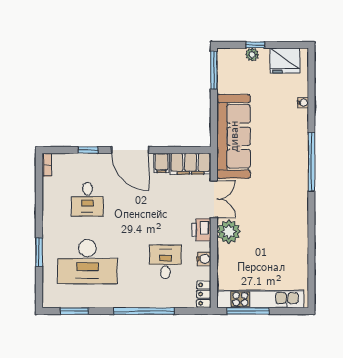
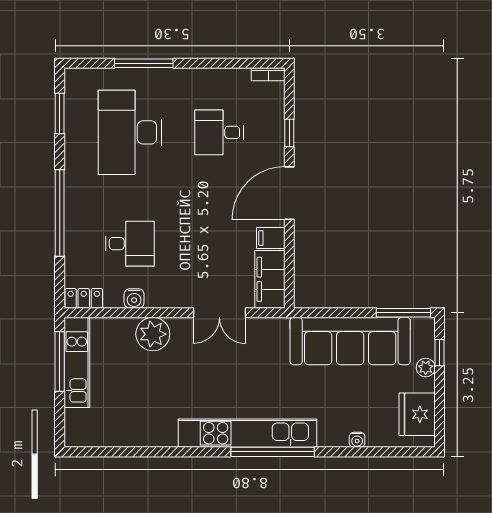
window: (255, 45) -> (440, 353), moved
sofa: (234, 136) -> (350, 341), moved
kitchen unit: (298, 179) -> (247, 433), added
printer: (202, 230) -> (176, 295), removed
plant: (229, 232) -> (153, 334), moved
window: (39, 252) -> (144, 63), width x1.44
kitchen unit: (260, 299) -> (77, 362), width x0.73

